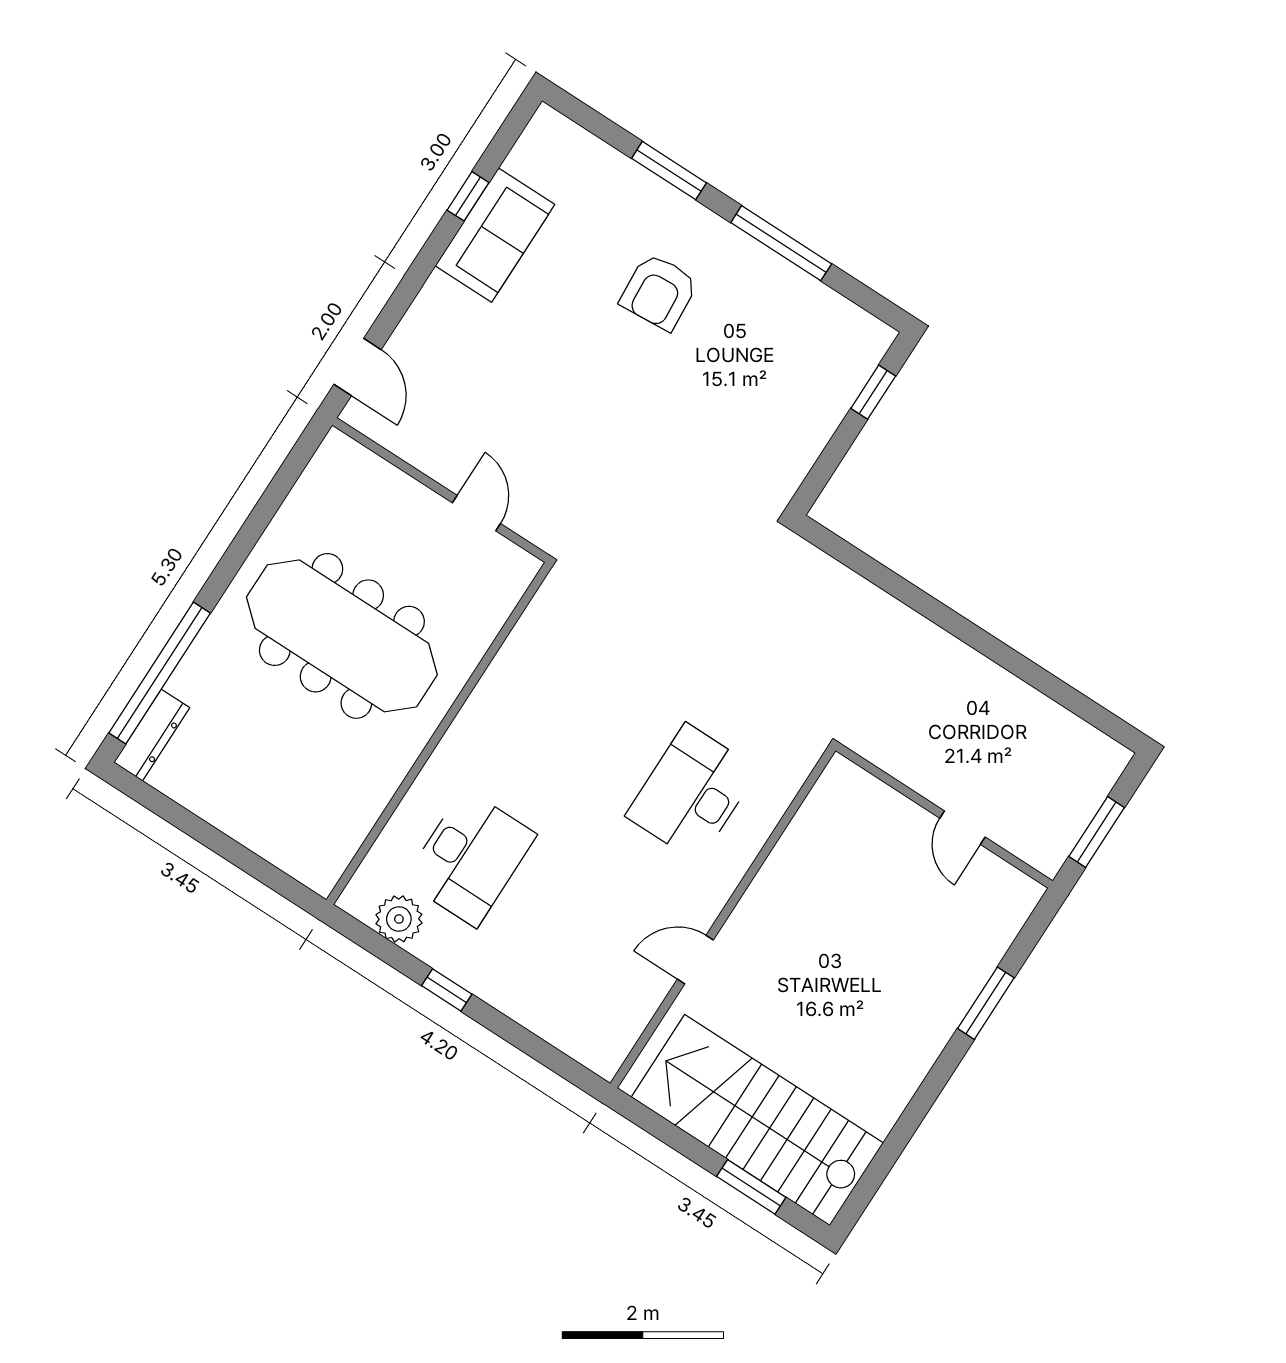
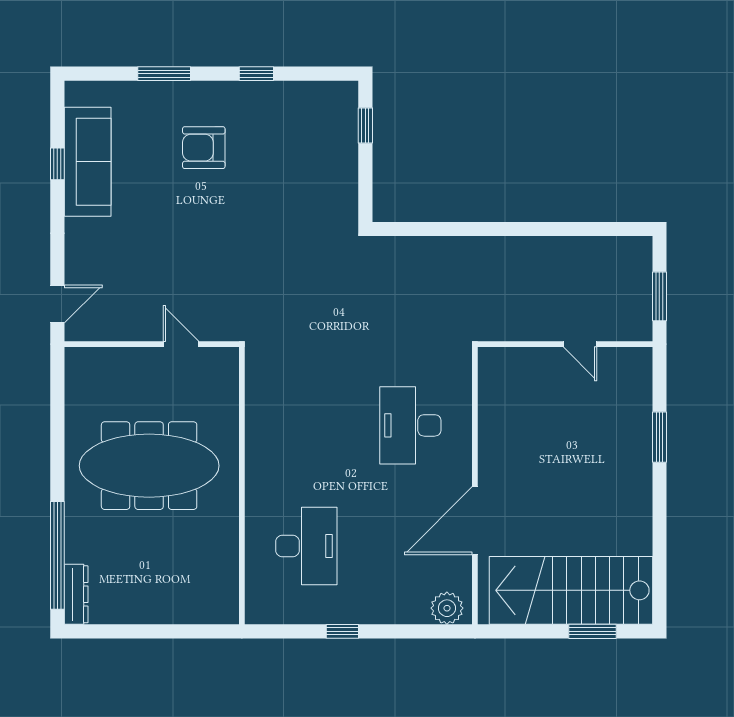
sofa: (495, 235) -> (88, 162), width x1.36
window: (781, 243) -> (256, 74), width x0.46
armchair: (659, 292) -> (204, 148), turned 94
door: (358, 367) -> (57, 304), hinge flipped
plant: (399, 919) -> (447, 608), moved
door: (695, 960) -> (475, 521), width x1.88

